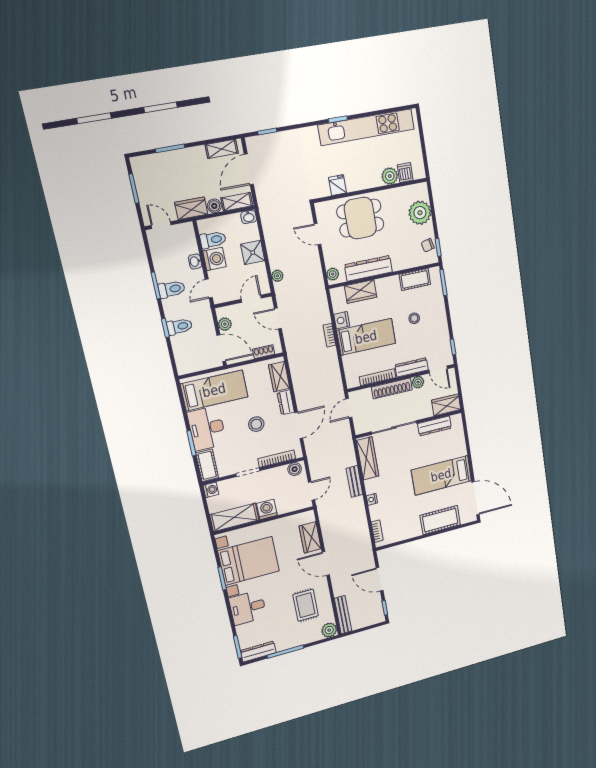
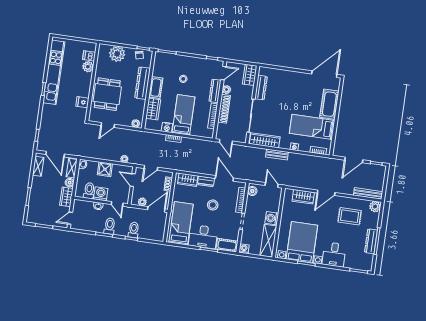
dresser: (368, 268) -> (143, 83), moved
cot: (415, 279) -> (156, 88), moved
bed: (441, 475) -> (312, 127), moved, turned 90
dresser: (258, 652) -> (371, 241), moved

